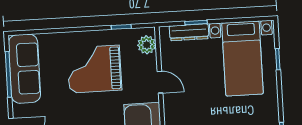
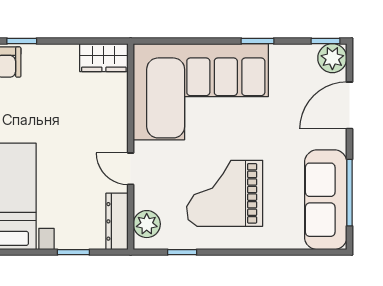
dresser: (189, 32) -> (117, 221), moved, turned -90
grand piano: (94, 69) -> (225, 193), turned 180

